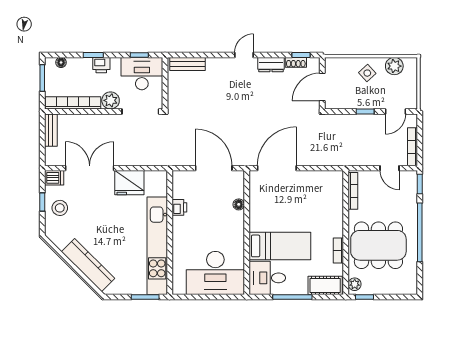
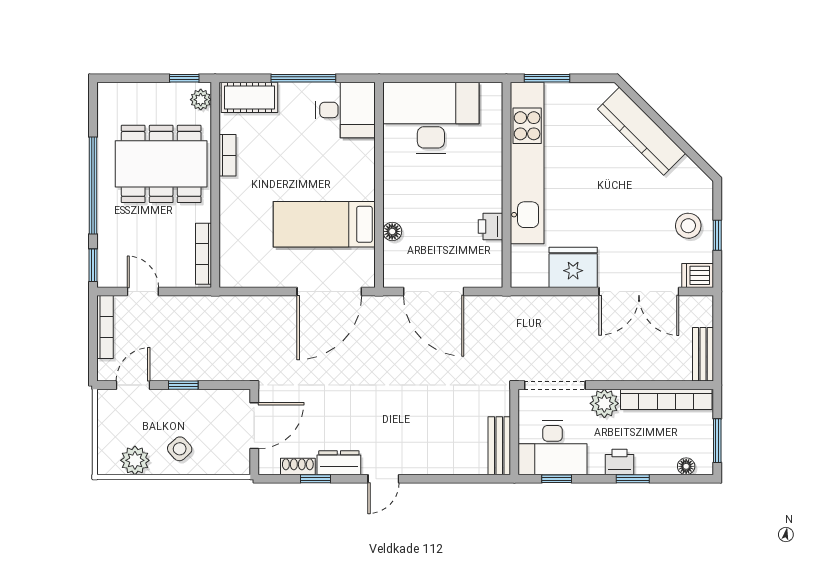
window: (301, 55) -> (315, 479), moved
bench: (188, 64) -> (499, 446), moved, turned 90
bed: (280, 246) -> (324, 224), moved

